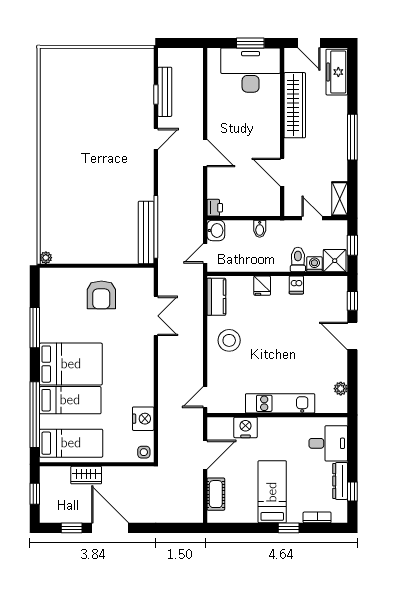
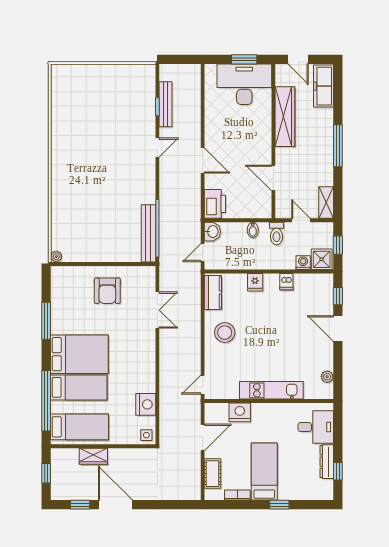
printer: (215, 208) -> (215, 204), width x1.87, depth x1.48
toilet: (298, 259) -> (277, 234), moved, turned 180
bookcase: (317, 517) -> (237, 495), moved

